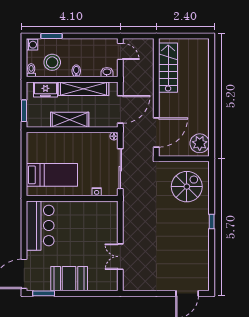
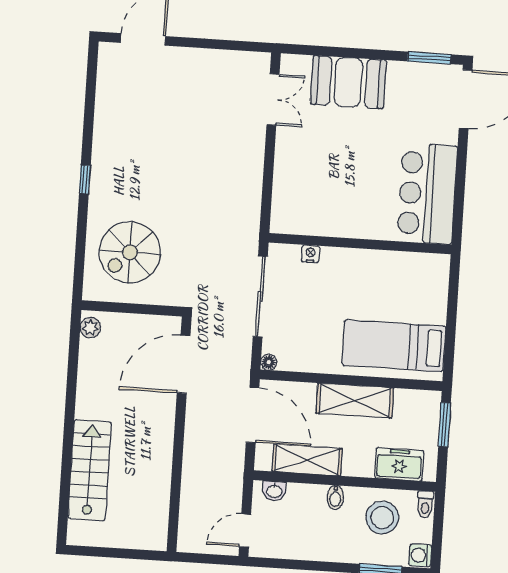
door: (120, 51) -> (245, 531), hinge flipped
stairs: (168, 68) -> (90, 470), moved, turned 180
shelving: (84, 89) -> (307, 460), width x0.68
door: (120, 109) -> (253, 415), swing flipped
plant: (200, 143) -> (90, 328), width x0.53, depth x0.53
bed: (52, 175) -> (394, 346), moved
double door: (120, 257) -> (273, 99), moved
booth: (69, 279) -> (348, 82), moved

